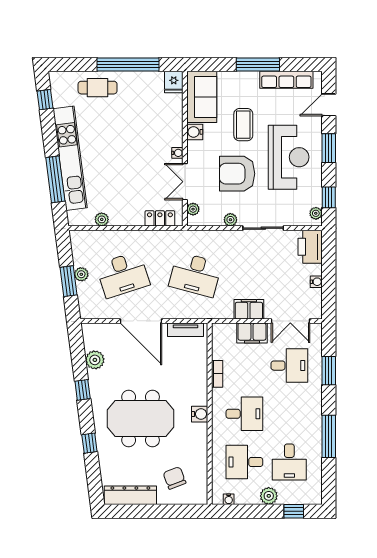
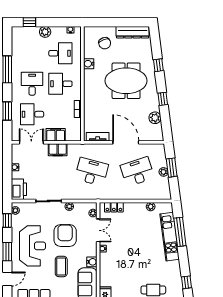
reception desk: (289, 157) -> (33, 246), turned 180
kitchen unit: (70, 158) -> (170, 237), width x0.73
armchair: (237, 174) -> (65, 236), turned -90
water cooler: (200, 414) -> (89, 64), moved
desk: (289, 462) -> (32, 84), moved

